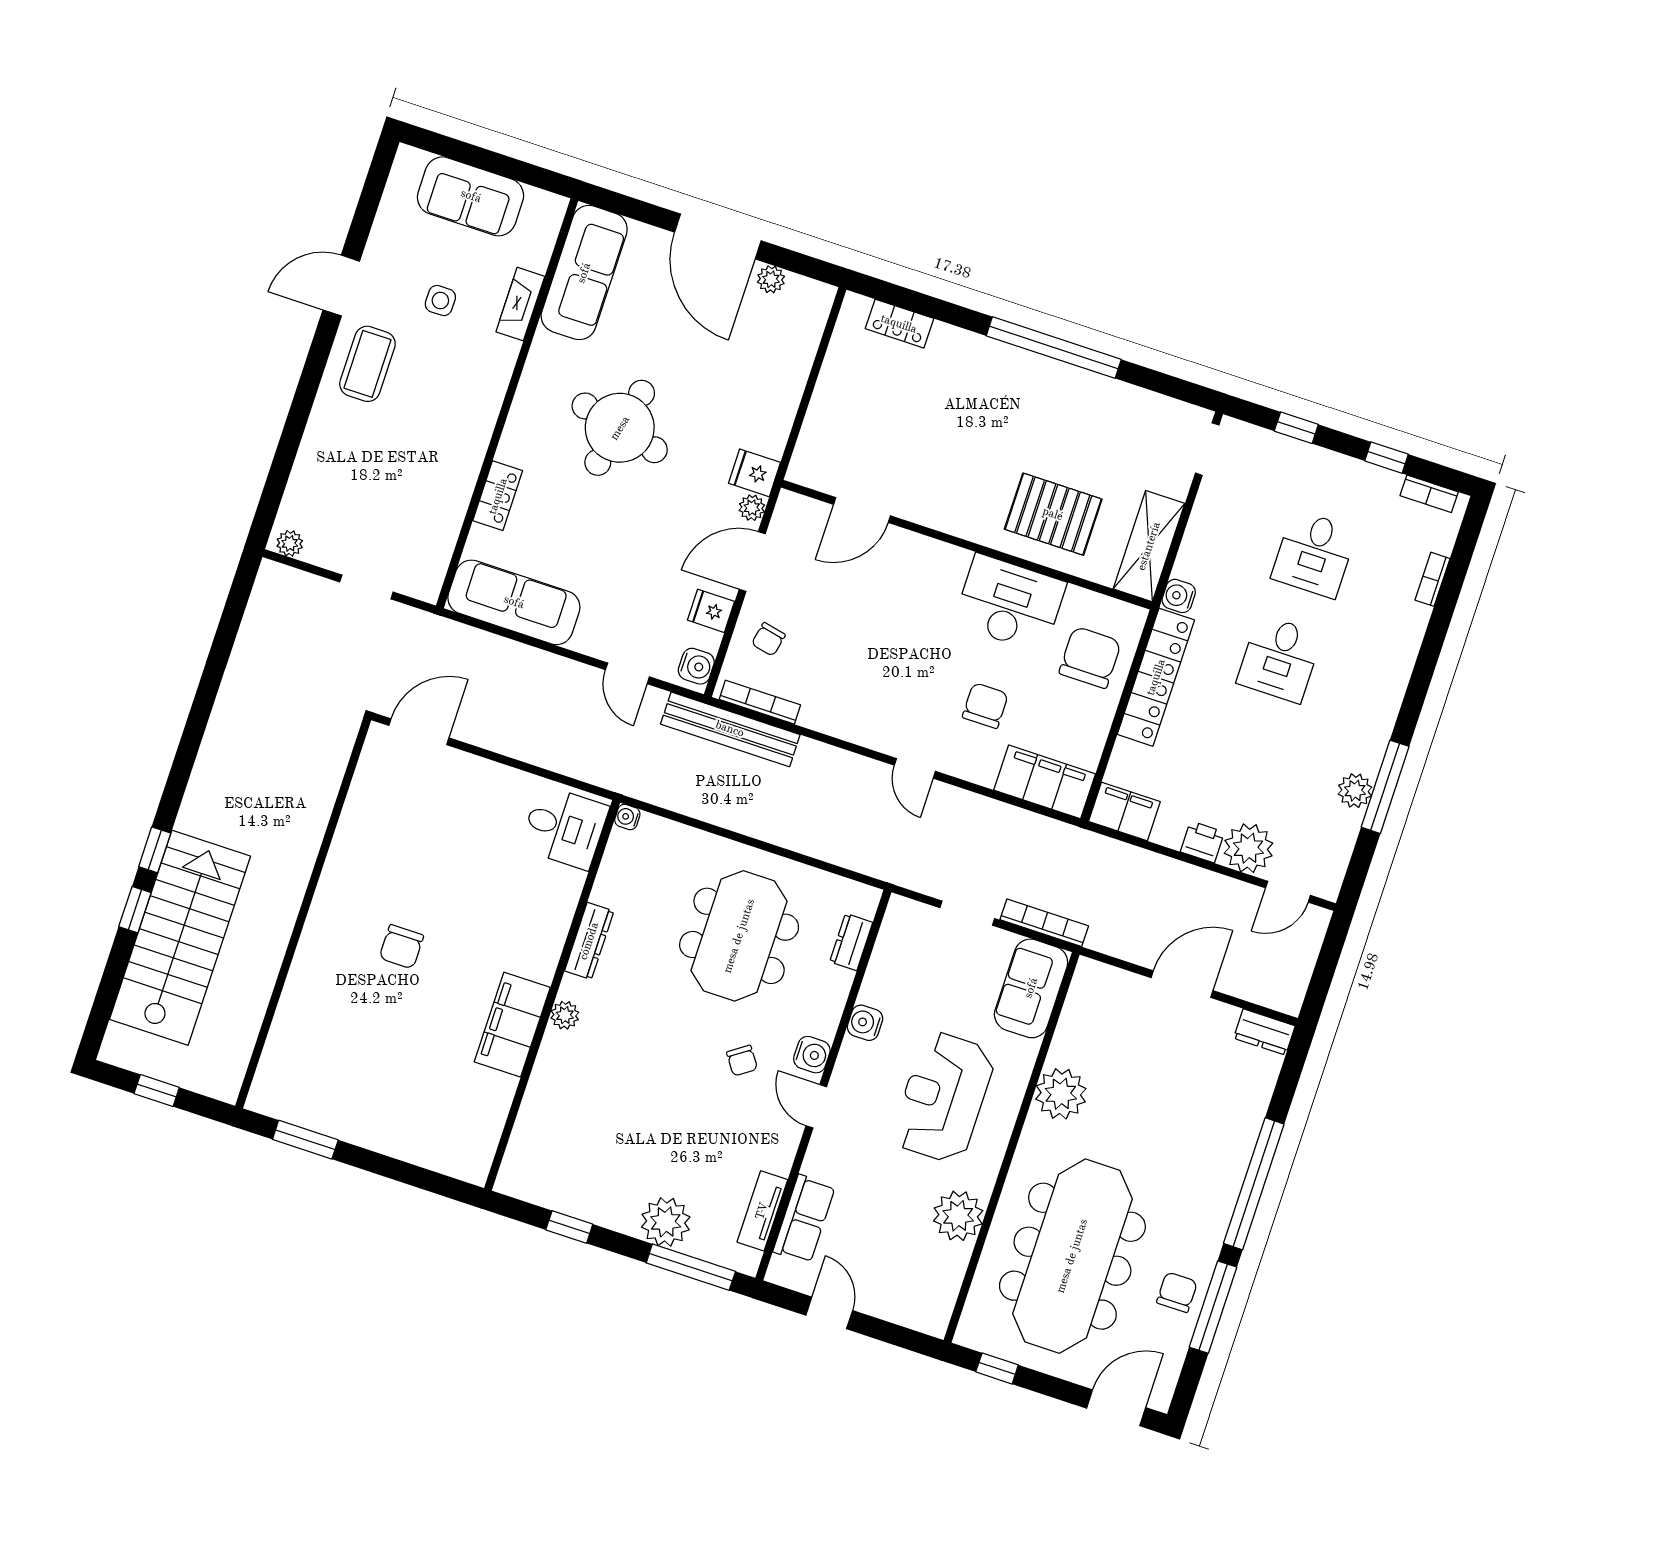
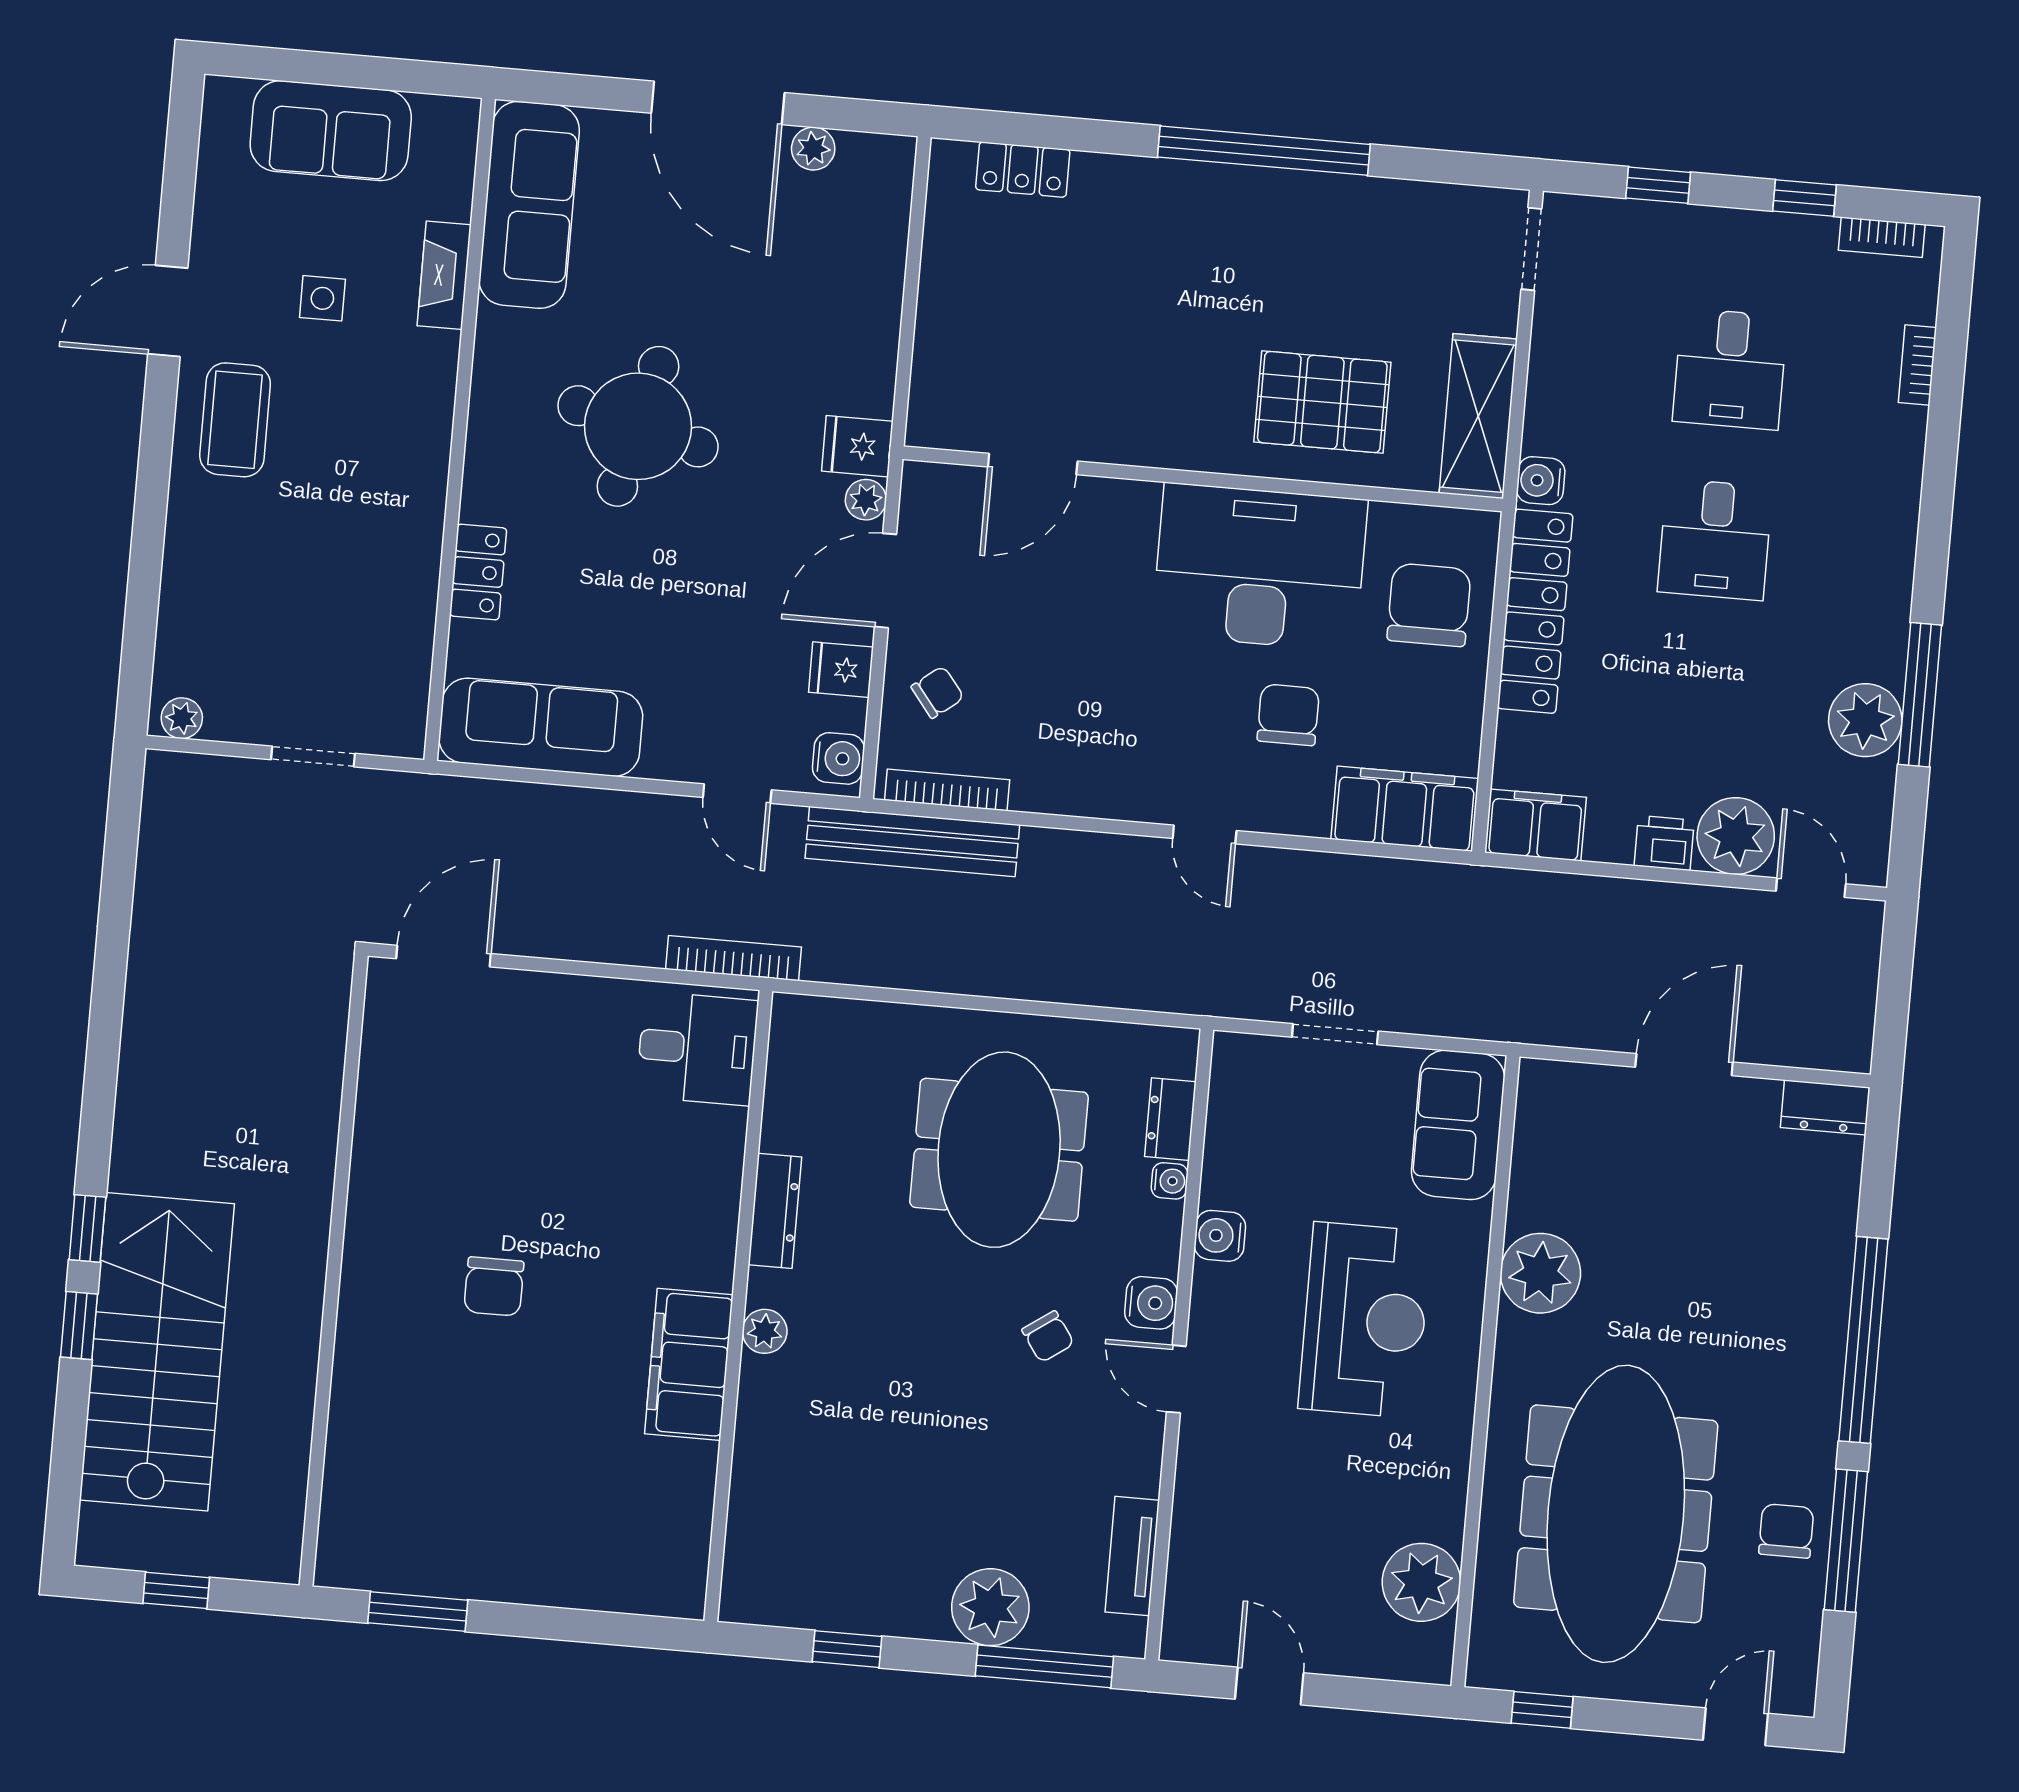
desk: (1010, 603) -> (1260, 567), width x1.36, depth x1.30
chair: (768, 639) -> (938, 692), turned -140
plant: (1355, 791) -> (1865, 720), width x1.36, depth x1.36
water cooler: (627, 817) -> (1170, 1181), moved, turned 180
door: (1288, 892) -> (1811, 888), swing flipped
bookcase: (1044, 923) -> (733, 958), moved
reception desk: (944, 1097) -> (1365, 1320), turned 180
plant: (958, 1216) -> (1421, 1582), moved
row of seats: (804, 1219) -> (1198, 1553), removed
door: (1116, 1408) -> (1736, 1727), width x0.73

